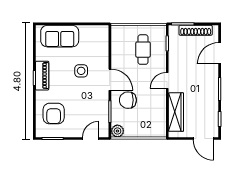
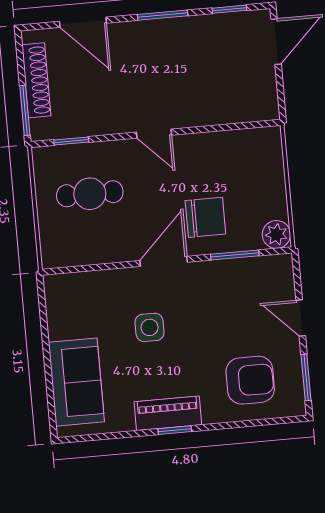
chair: (128, 100) -> (205, 217), turned -90
wardrobe: (176, 112) -> (223, 108), removed
door: (91, 139) -> (301, 318), moved

